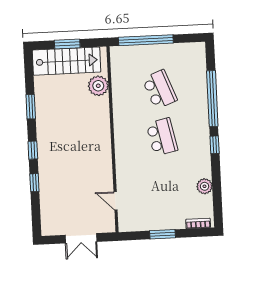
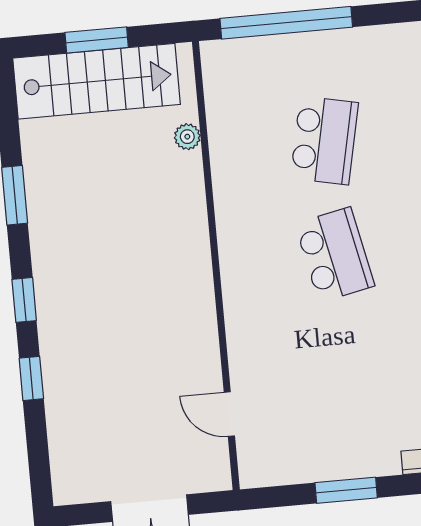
plant: (98, 86) -> (187, 137), width x0.53, depth x0.53
school desk: (160, 89) -> (324, 140), turned 33

